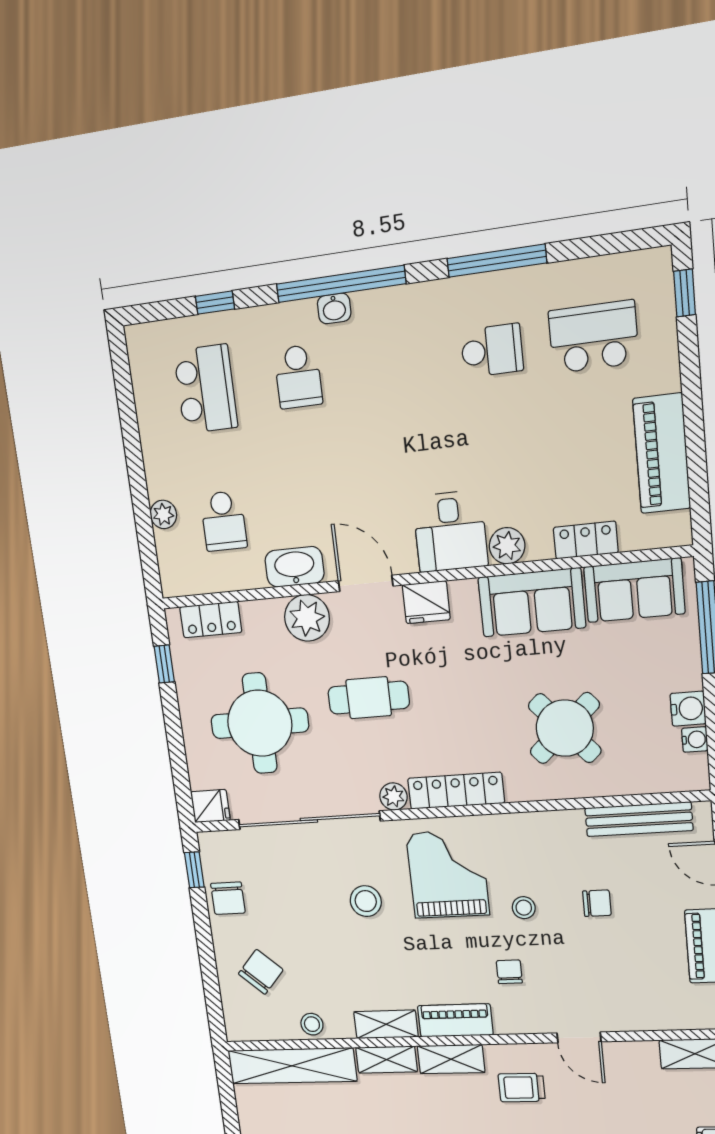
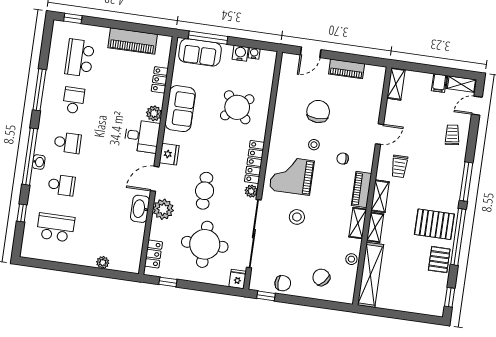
school desk: (224, 521) -> (68, 143), moved
sofa: (634, 590) -> (200, 52), moved, turned 90
bench: (639, 819) -> (284, 85), removed
chair: (597, 903) -> (318, 112), width x1.87, depth x1.87

